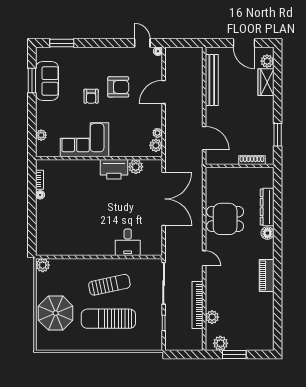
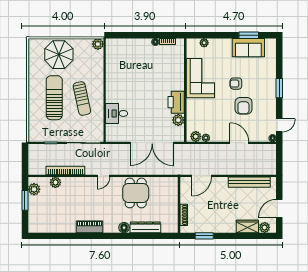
window: (62, 43) -> (279, 88), moved

